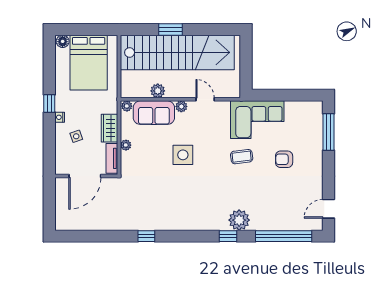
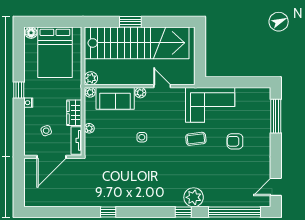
plant: (158, 91) -> (91, 78), moved
side table: (76, 136) -> (46, 131), moved
side table: (183, 155) -> (142, 137), width x0.54, depth x0.54

